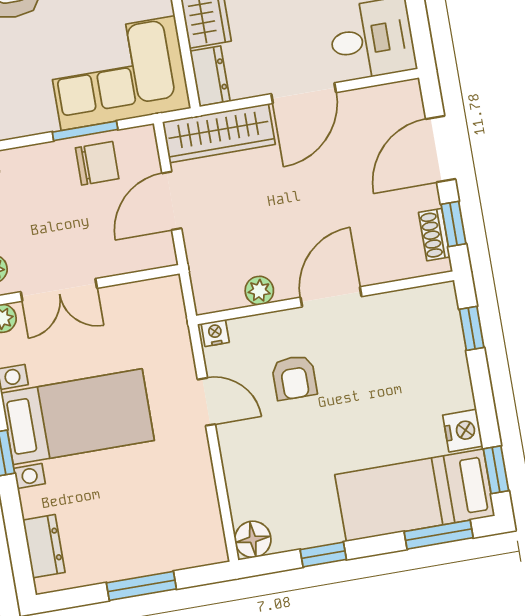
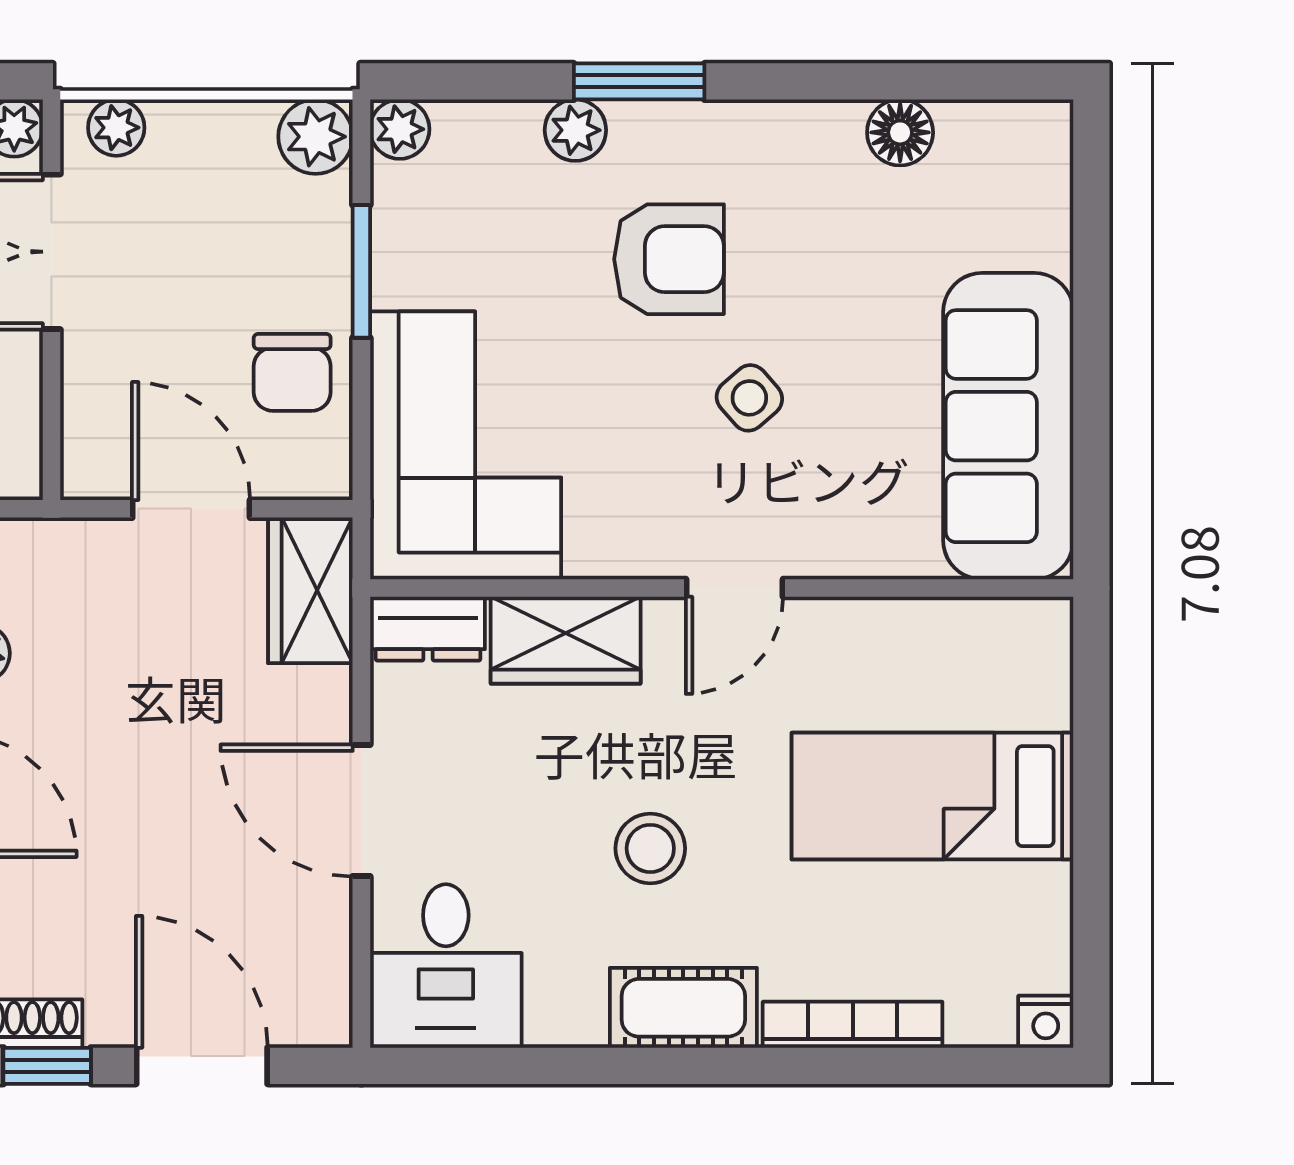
window: (85, 131) -> (361, 271), moved
wardrobe: (219, 133) -> (310, 590), width x0.67

